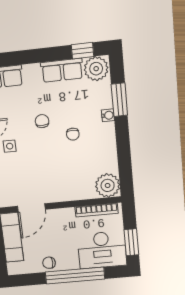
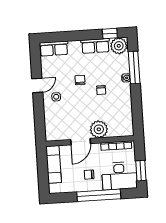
window: (119, 100) -> (134, 68), width x1.44
plant: (108, 185) -> (99, 129), moved
door: (31, 208) -> (81, 142), moved
chair: (49, 263) -> (89, 175), moved

